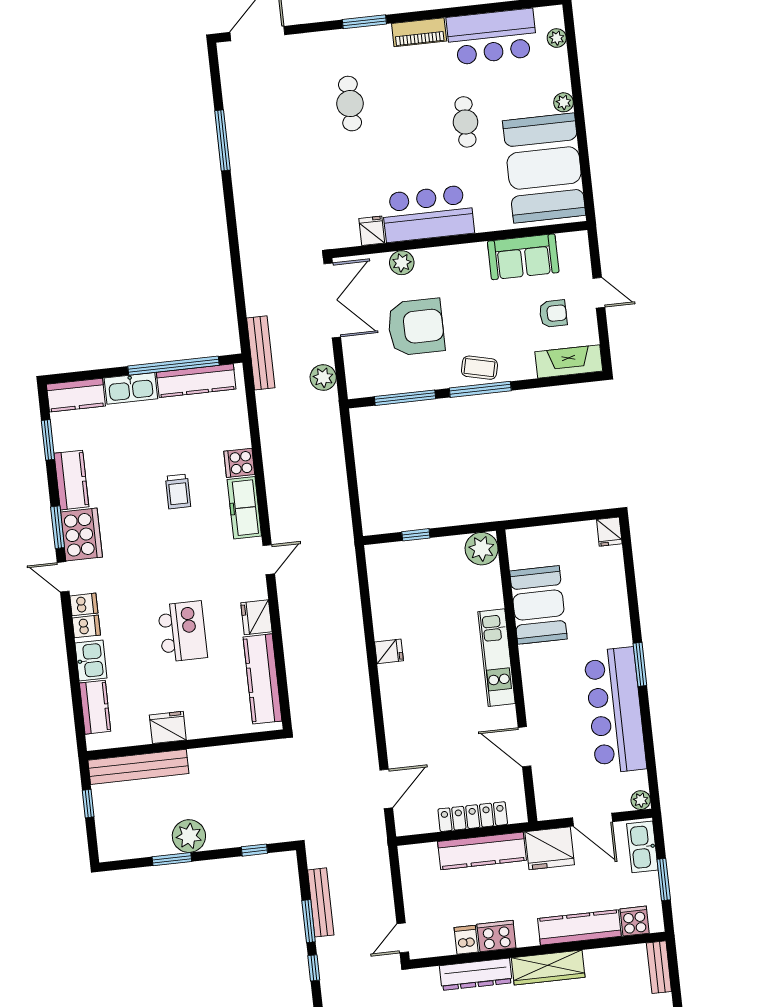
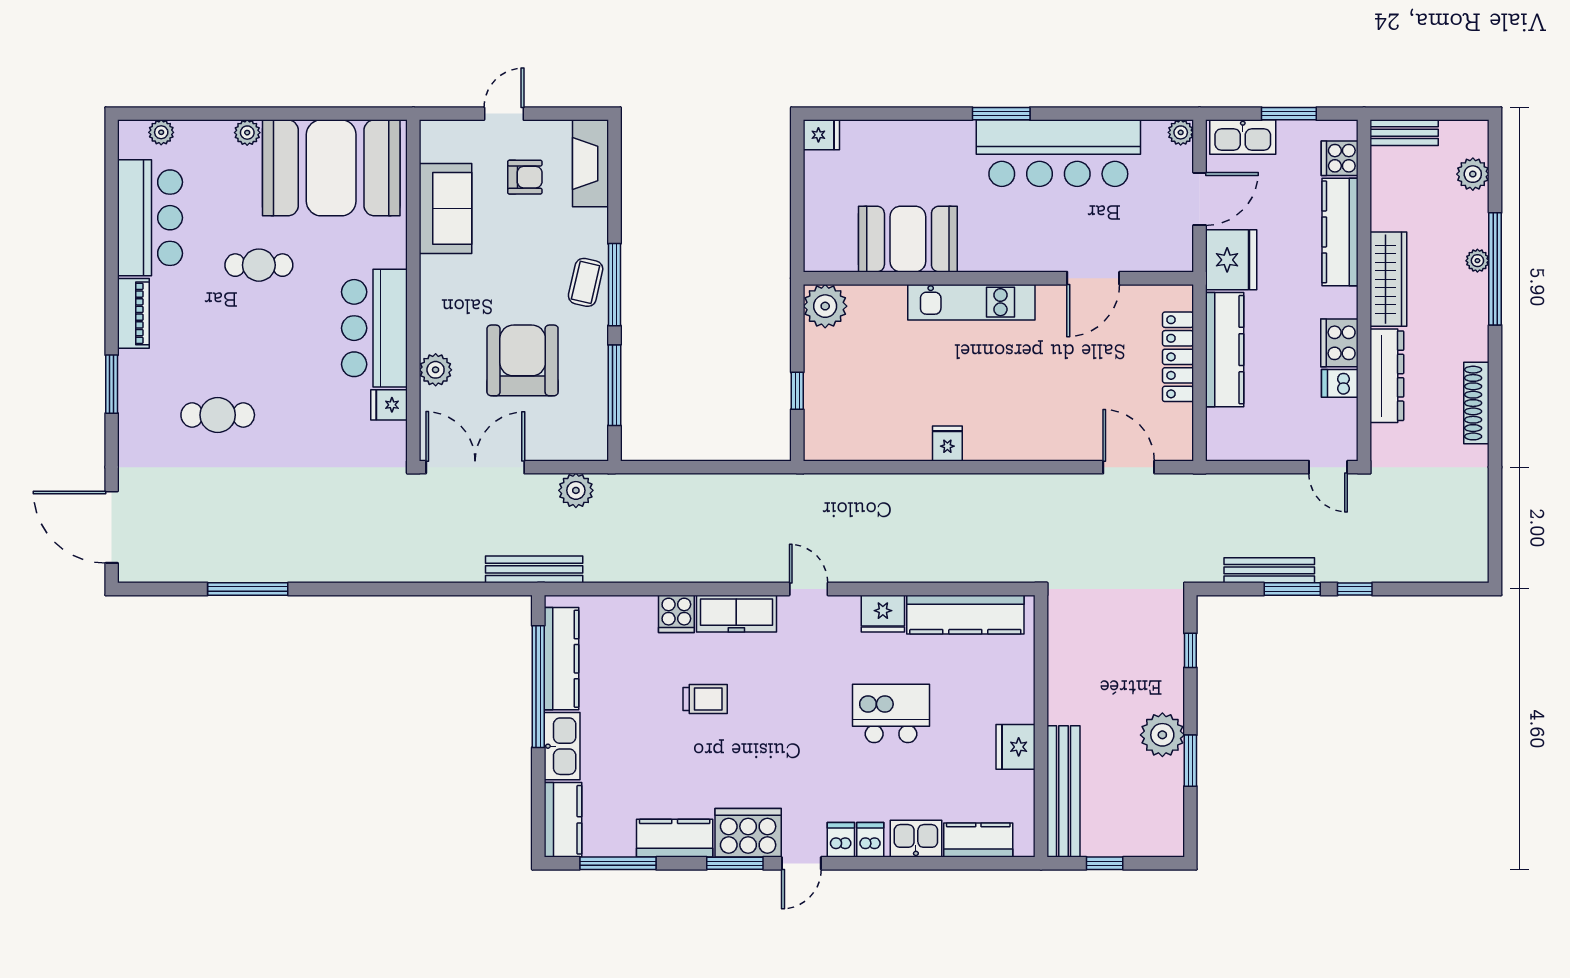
armchair: (553, 314) -> (525, 177), turned 90
window: (48, 440) -> (618, 863), width x1.44

